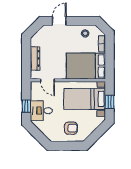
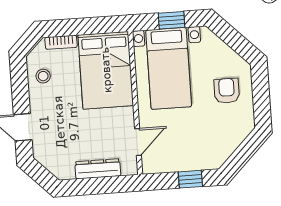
desk: (41, 111) -> (197, 150), removed

